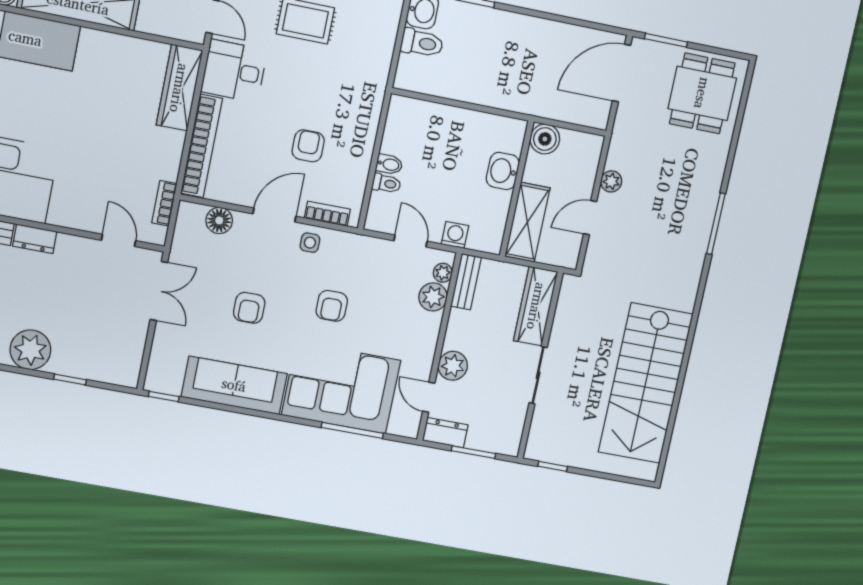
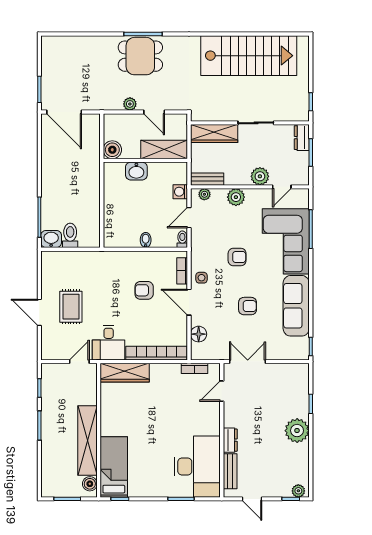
dining table: (702, 93) -> (140, 56), moved
toilet: (386, 183) -> (182, 239), moved
plant: (433, 297) -> (236, 197), moved
dresser: (445, 433) -> (302, 138), moved

